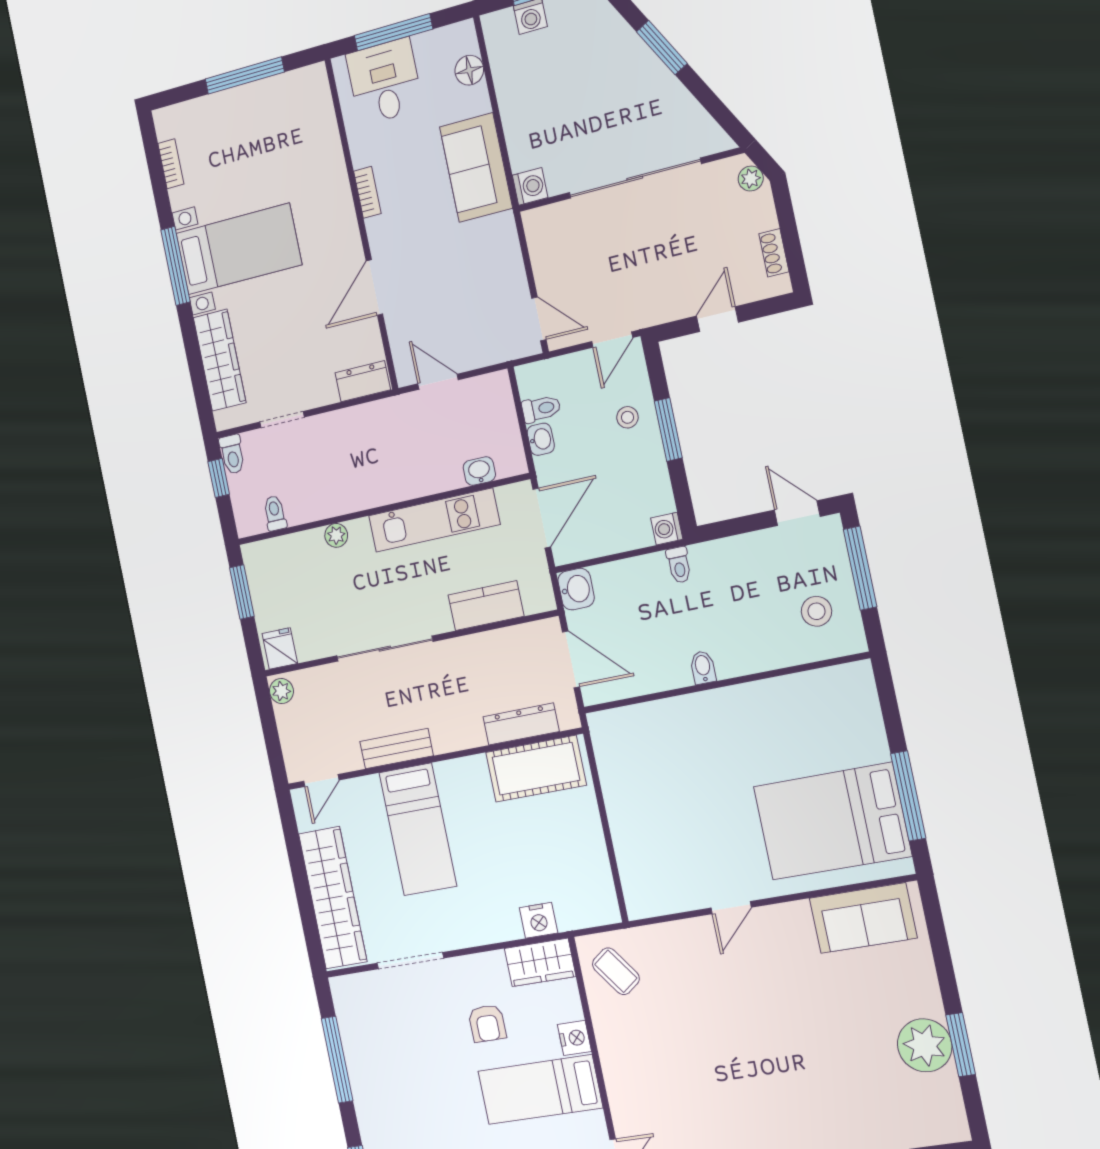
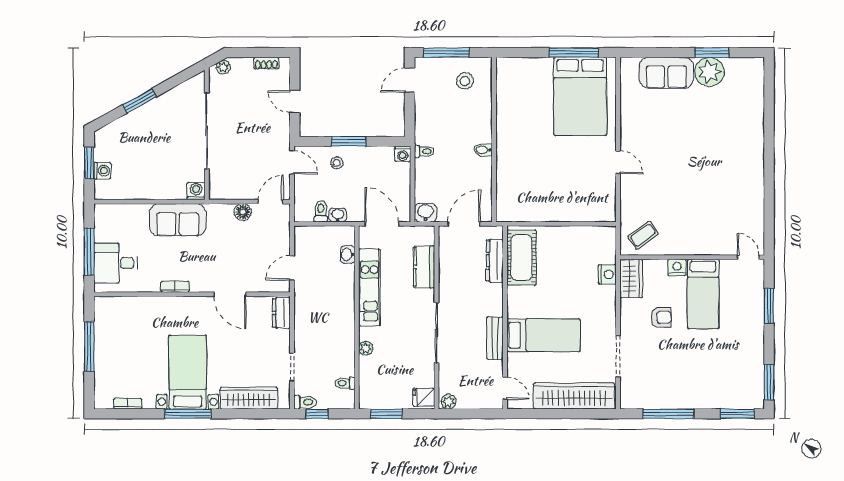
floor lamp: (469, 70) -> (243, 212), moved
sofa: (863, 918) -> (666, 73), moved, turned 90

